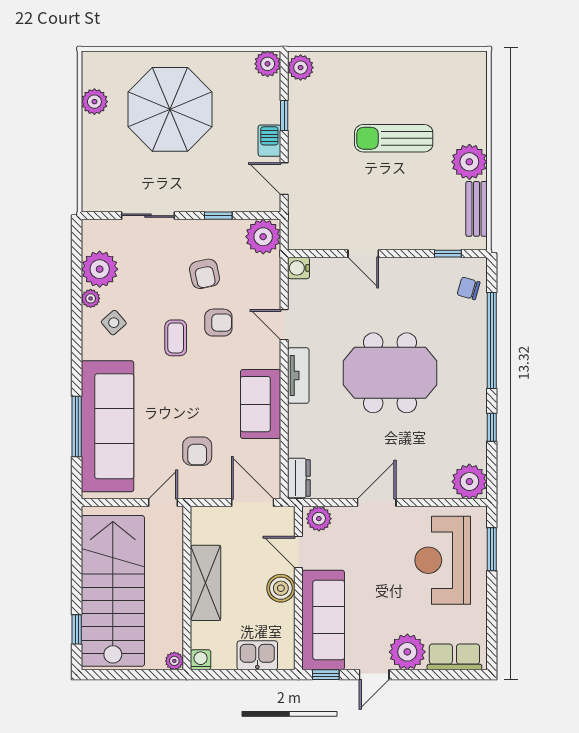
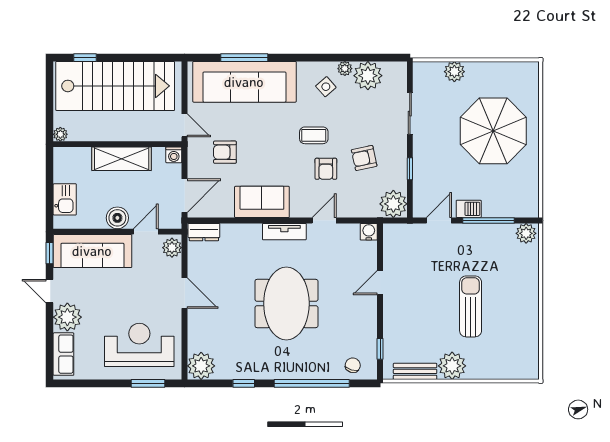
plant: (268, 64) -> (529, 207), removed
plant: (94, 102) -> (454, 72), moved
window: (284, 115) -> (488, 220), width x2.17
washing machine: (201, 660) -> (174, 155), moved, turned 90

